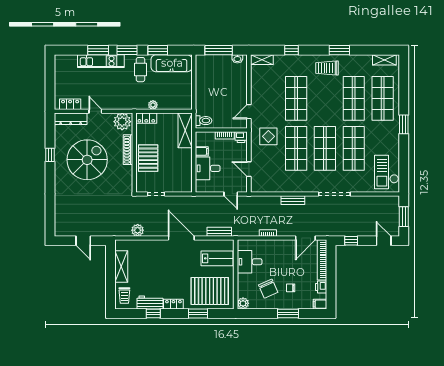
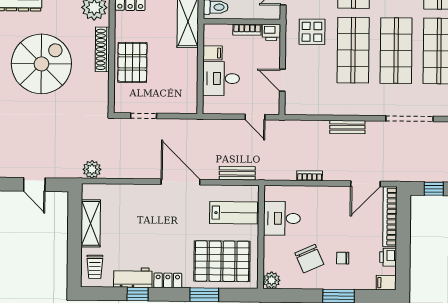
plant: (138, 230) -> (92, 169), moved

